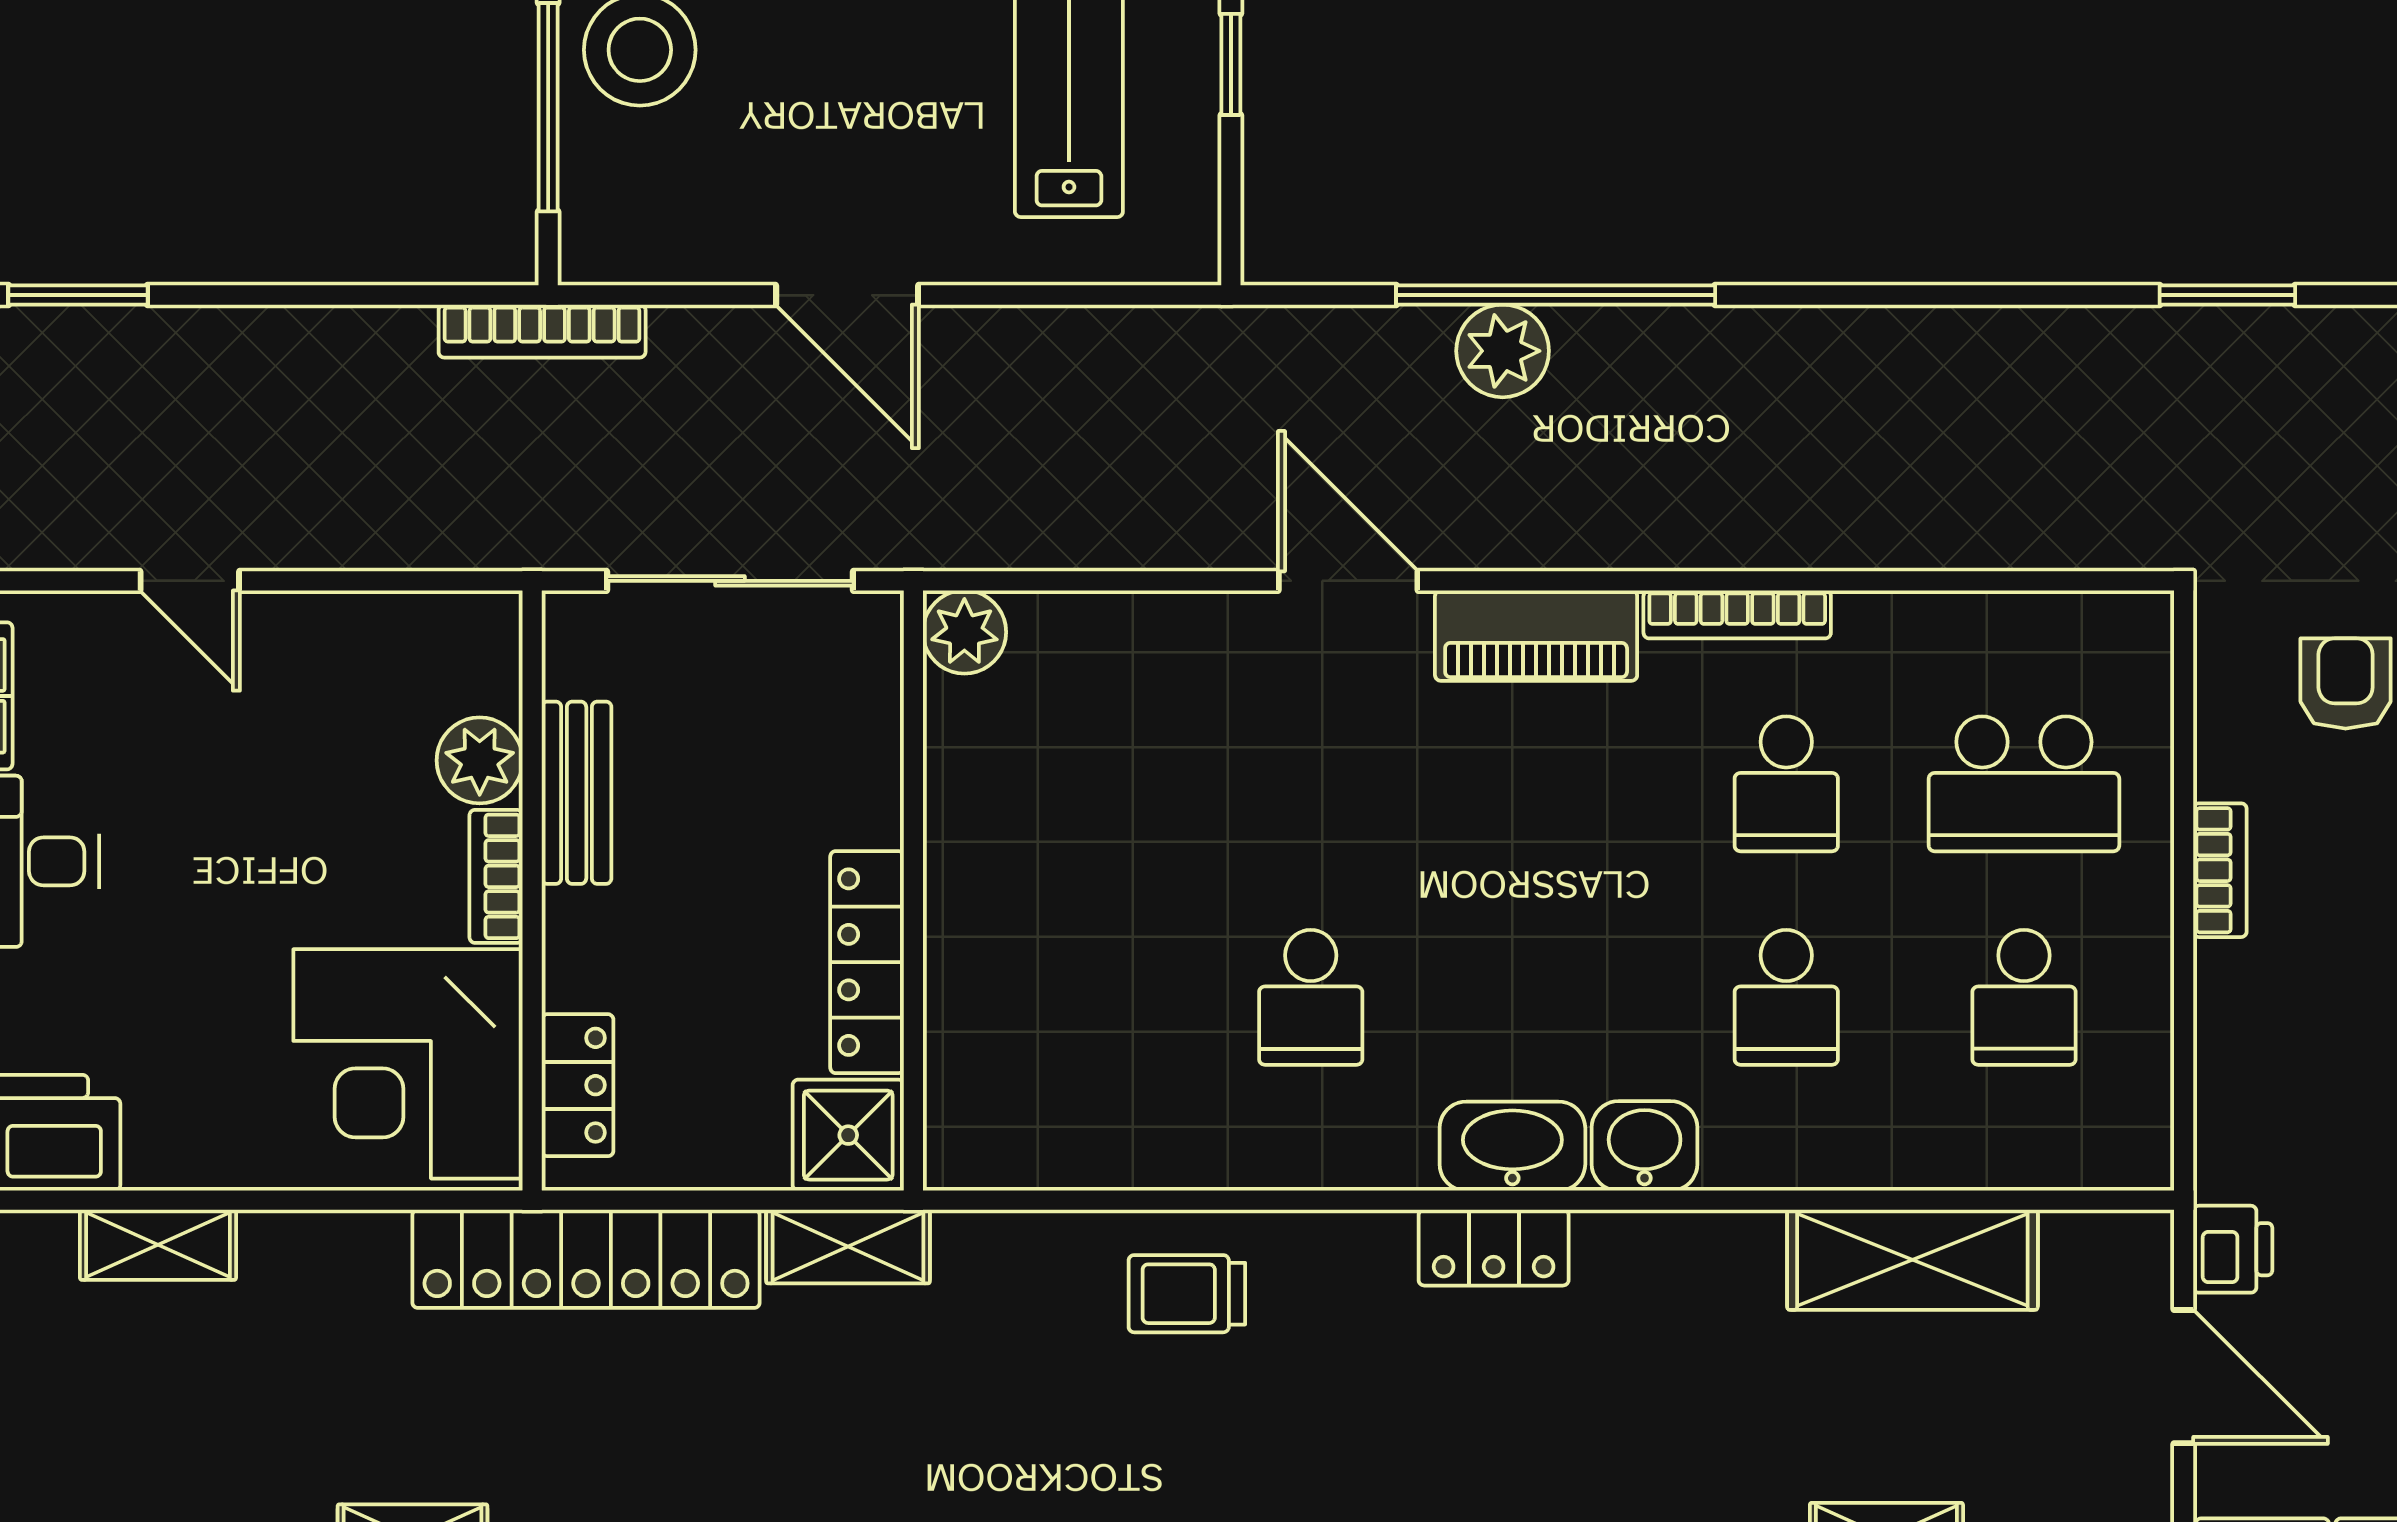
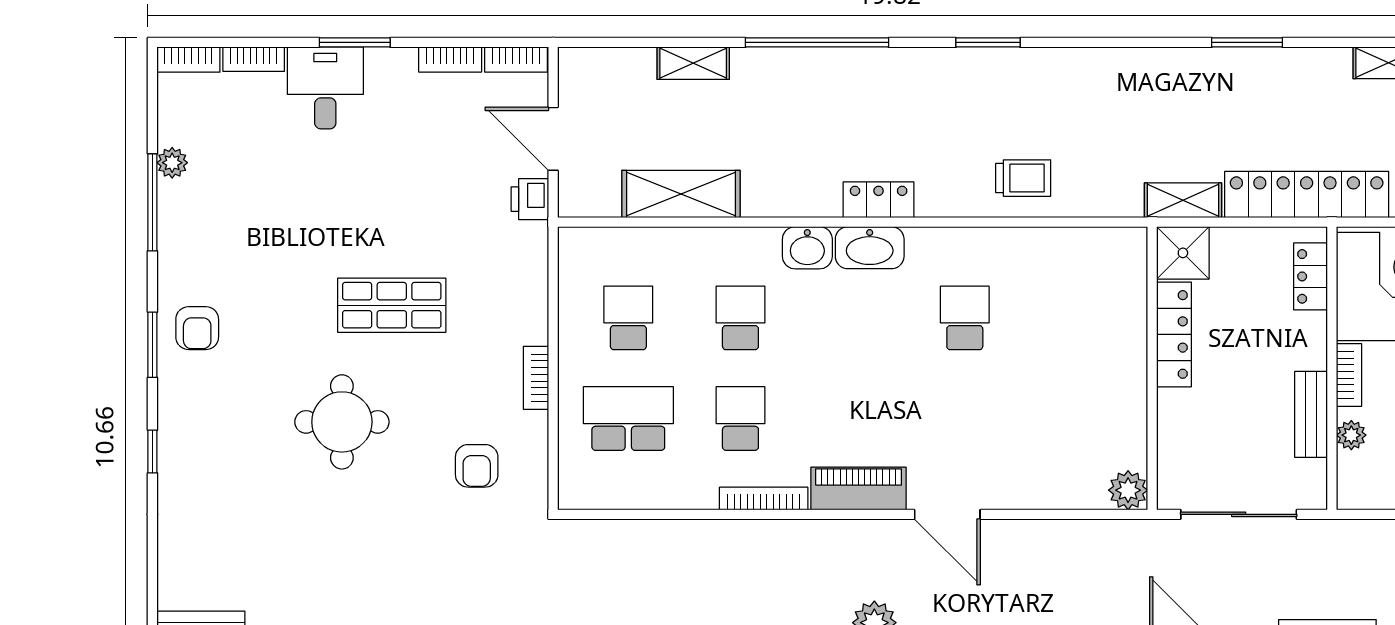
plant: (480, 760) -> (1351, 435), width x0.73, depth x0.73

